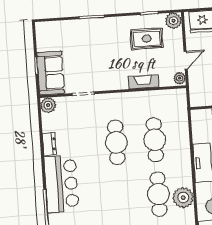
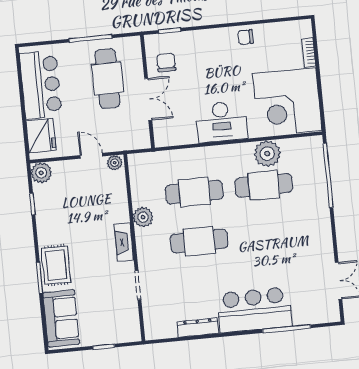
rug: (147, 39) -> (56, 265), moved
sofa: (51, 73) -> (61, 318), moved, turned 90
fireplace: (143, 82) -> (124, 242), moved
plant: (48, 105) -> (143, 217), moved
dresser: (49, 144) -> (198, 328), width x1.44

